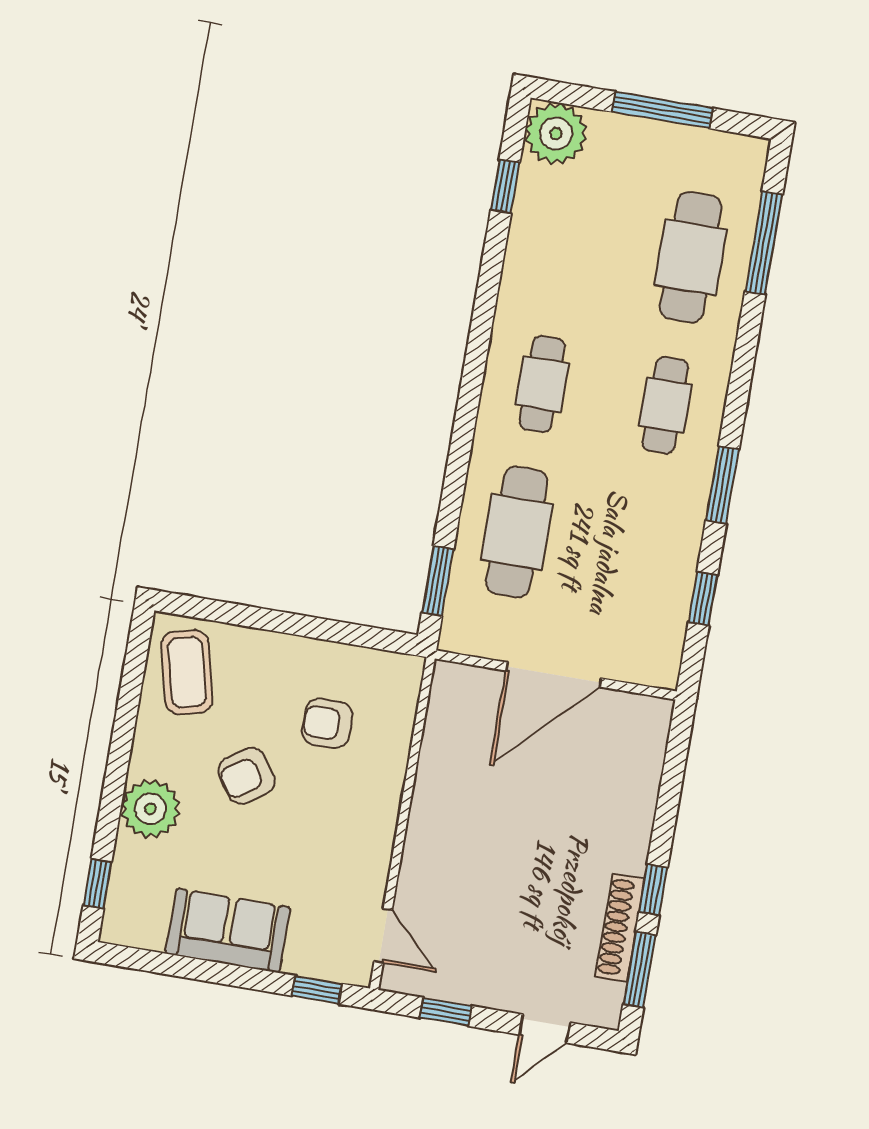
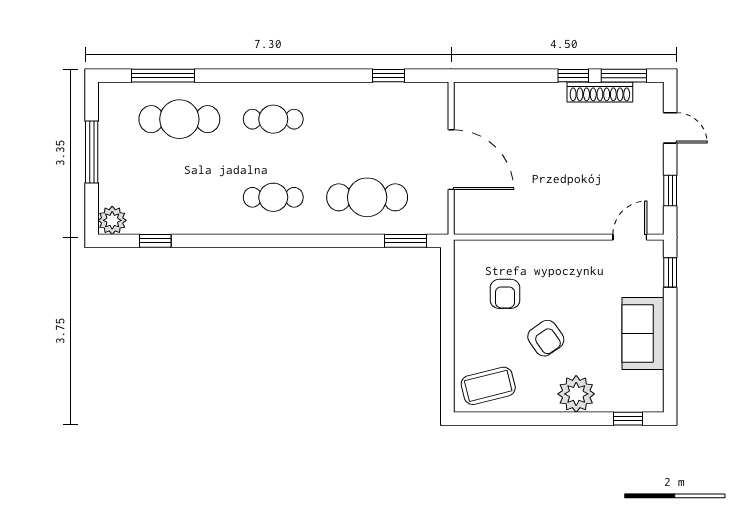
plant: (556, 134) -> (112, 220), width x0.73, depth x0.73
window: (722, 485) -> (316, 76), removed

